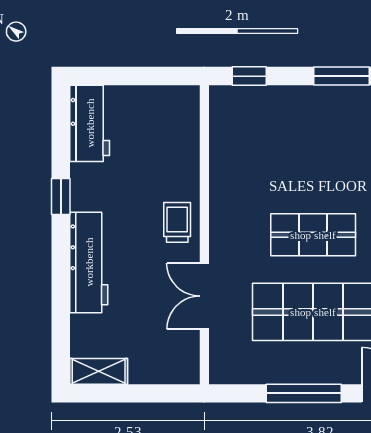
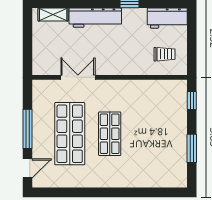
trolley: (177, 222) -> (164, 54), moved
shelving: (99, 371) -> (53, 14), moved, turned 90

